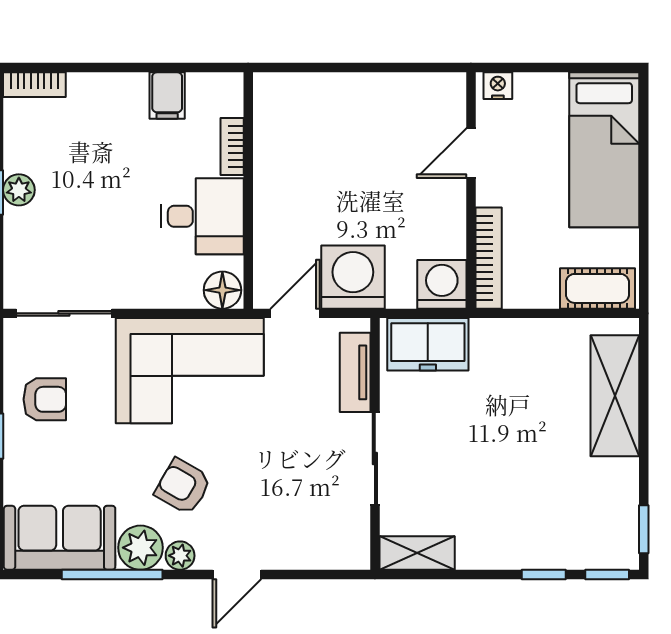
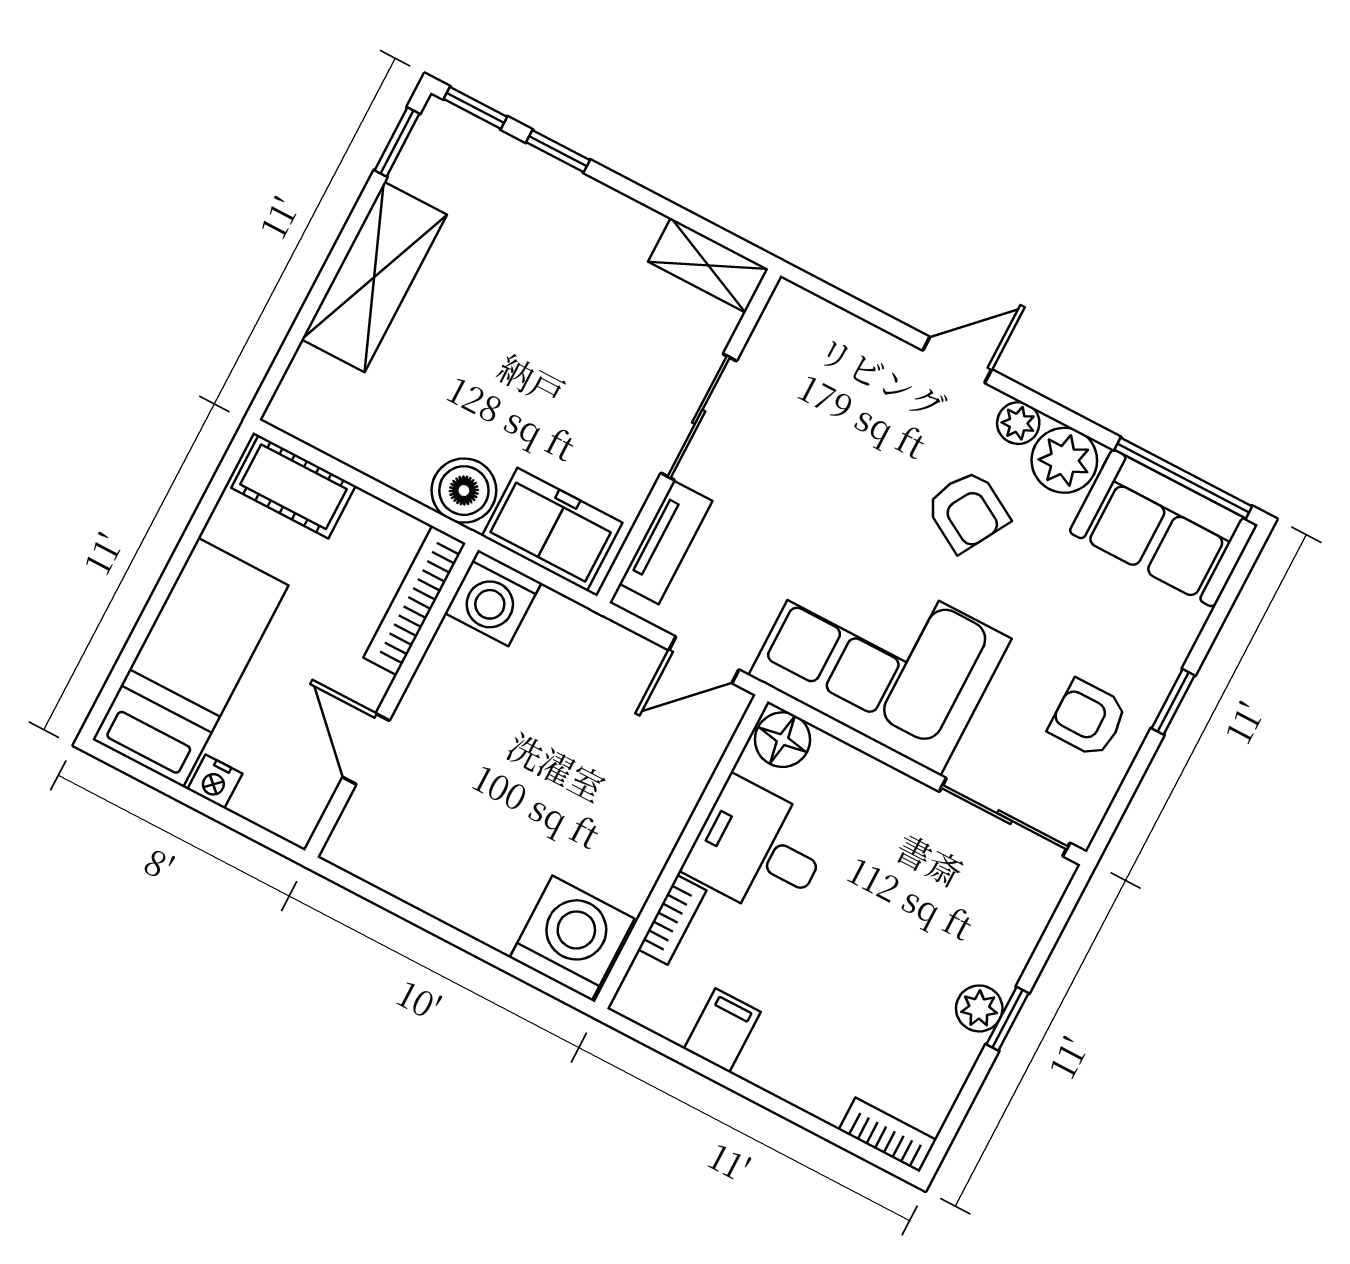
nightstand: (498, 86) -> (215, 782), moved
door: (471, 153) -> (366, 749), swing flipped
washing machine: (353, 277) -> (572, 938), moved, turned 180
boiler: (493, 340) -> (464, 491), added
shelving: (615, 396) -> (374, 277), moved
window: (112, 575) -> (1183, 478), moved

